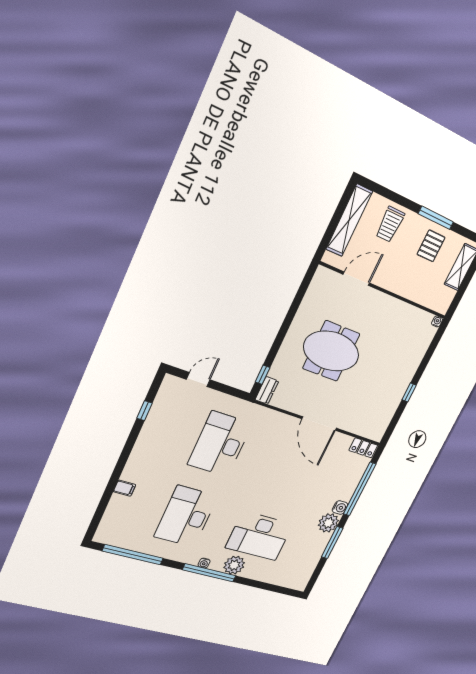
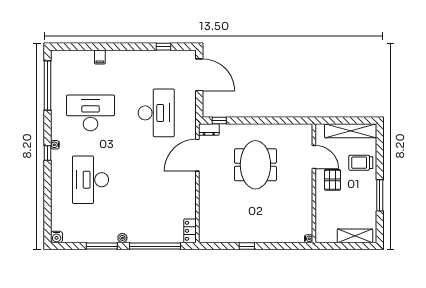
pallet: (431, 246) -> (332, 180), moved, turned 90
door: (198, 380) -> (199, 75), width x1.87
door: (319, 424) -> (197, 155), moved
desk: (220, 444) -> (156, 113), turned 90
water cooler: (340, 508) -> (57, 237), moved
plant: (328, 523) -> (122, 238), width x0.53, depth x0.53
plant: (234, 565) -> (60, 171), removed
window: (209, 573) -> (48, 153), width x0.32

